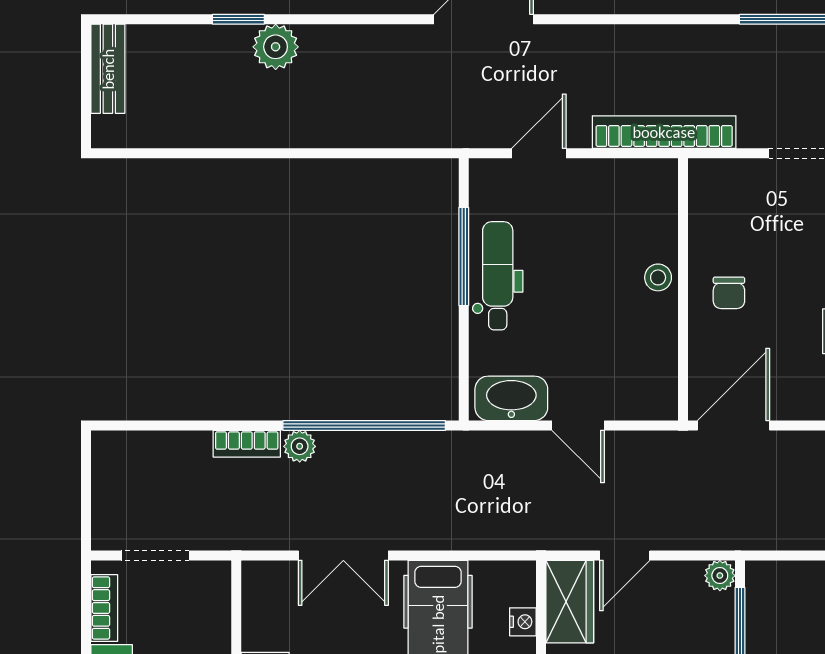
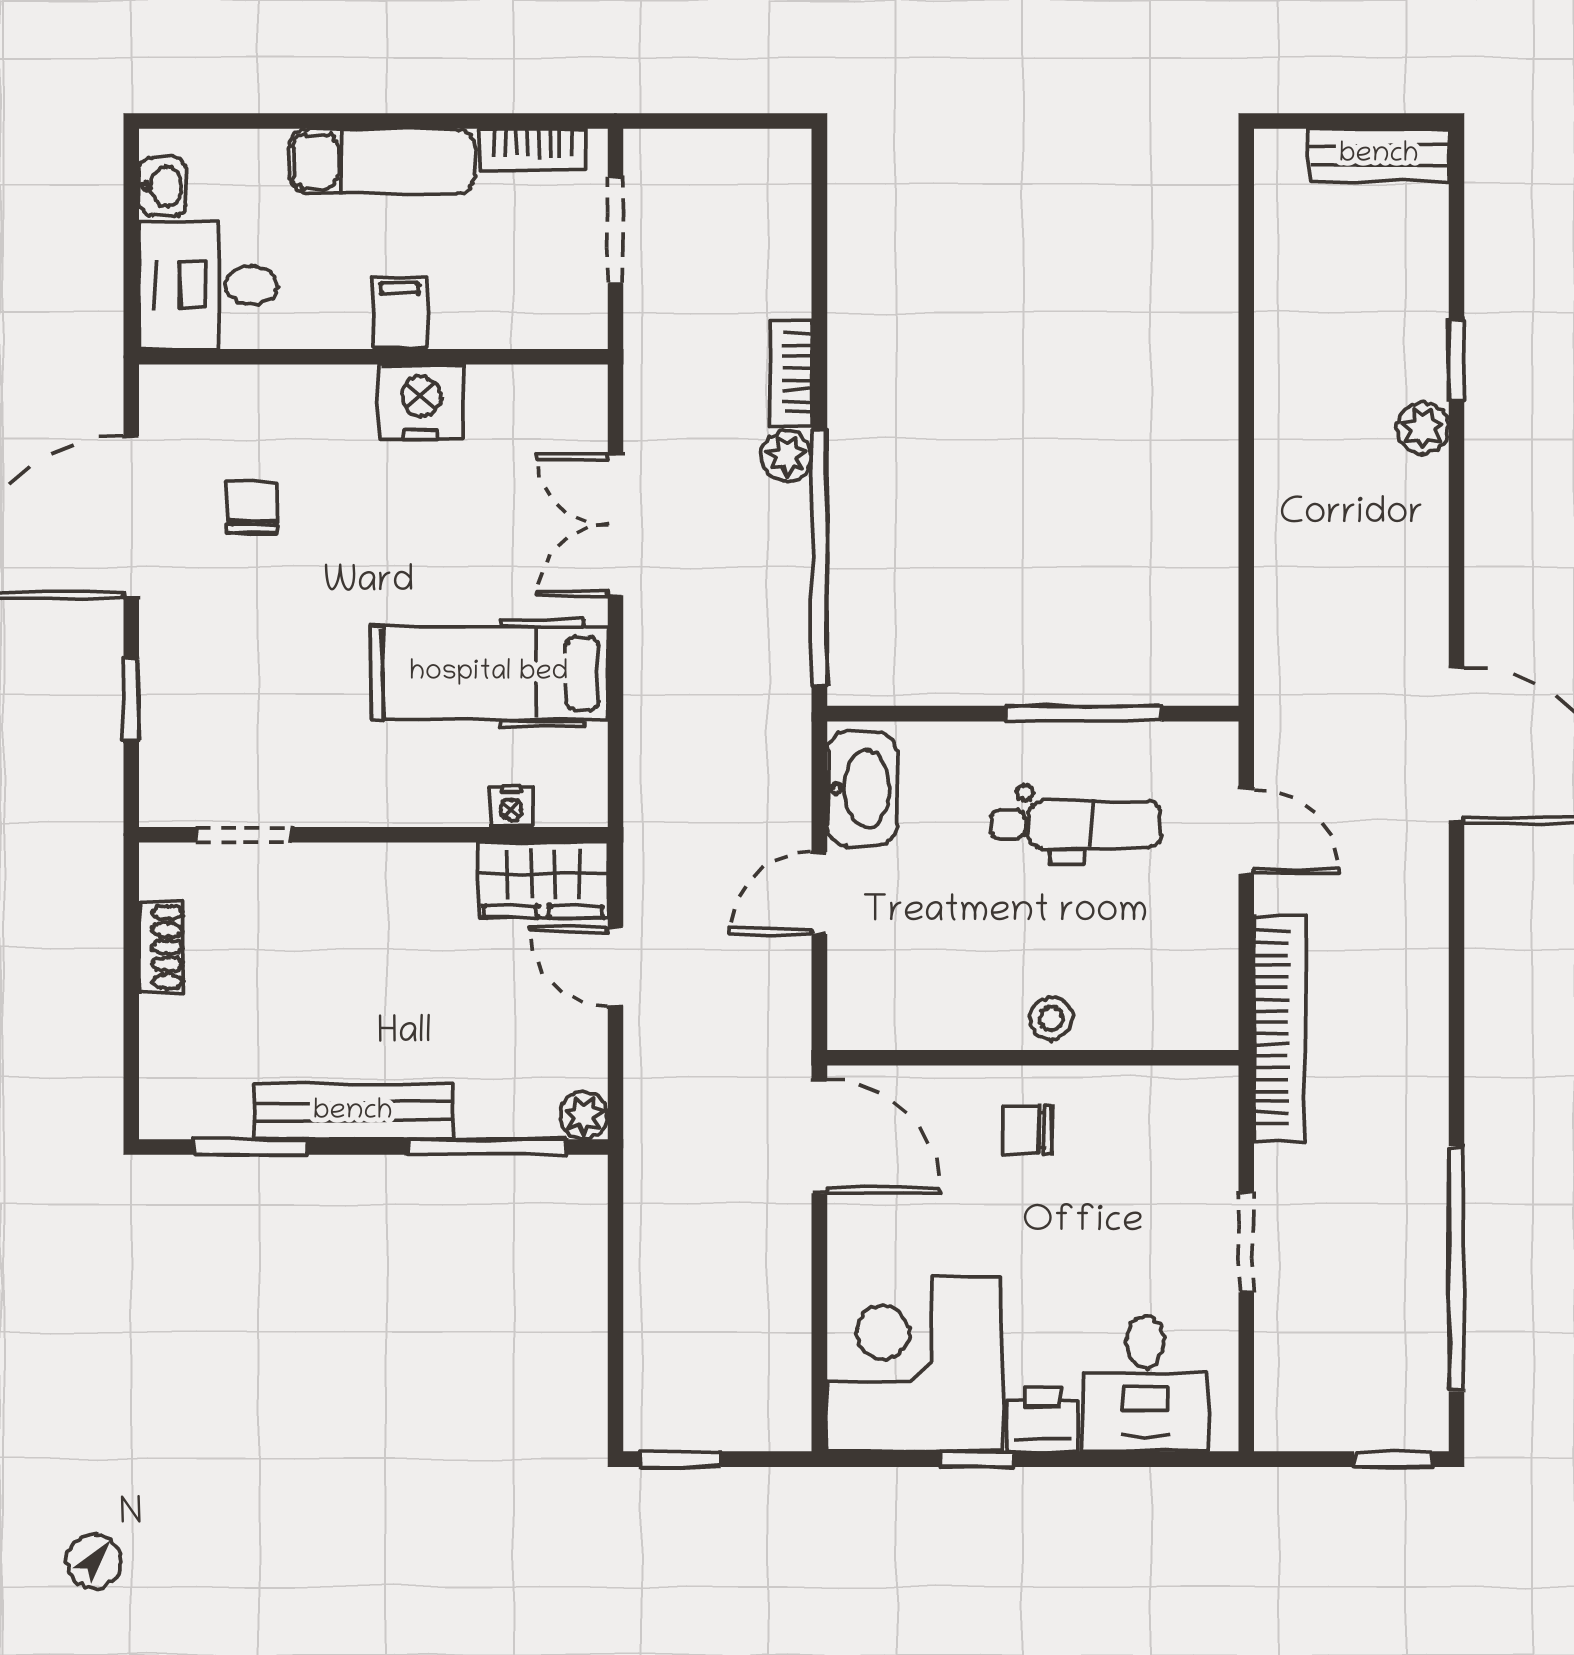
plant: (276, 47) -> (1423, 428), width x0.73, depth x0.73
dental chair: (498, 276) -> (1076, 825), moved

